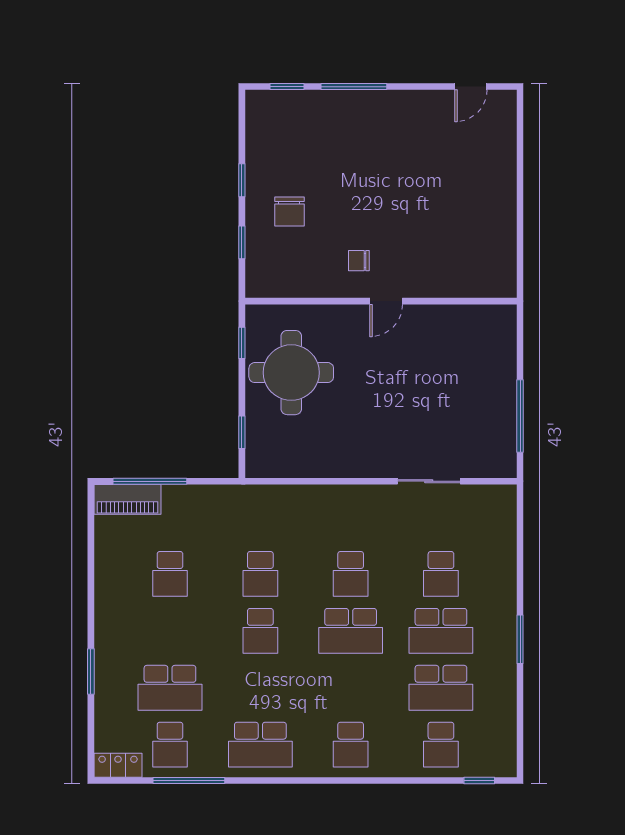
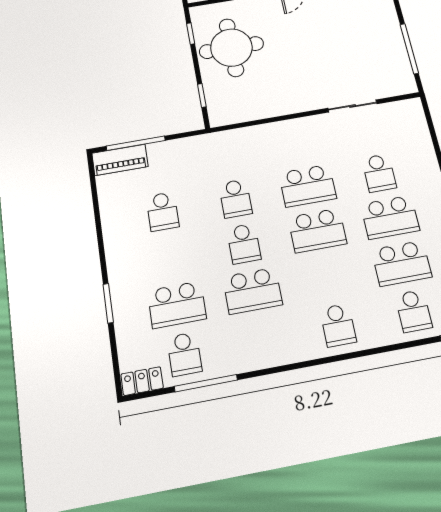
school desk: (351, 574) -> (308, 186), width x1.85
school desk: (260, 745) -> (253, 291), moved

